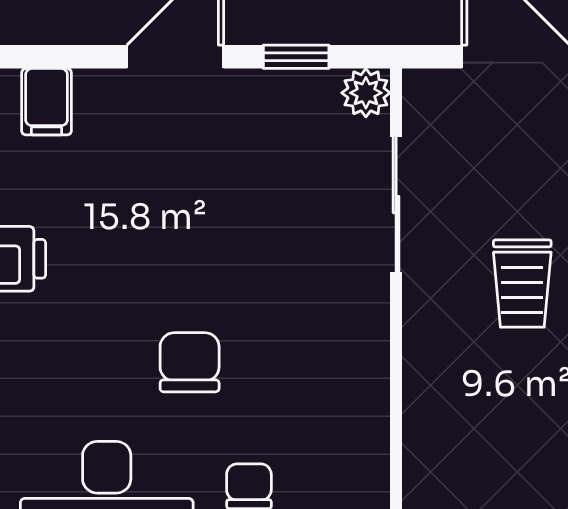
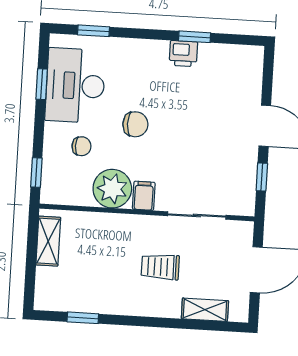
plant: (366, 93) -> (112, 189), moved, width x1.88, depth x1.88
filing cabinet: (47, 102) -> (144, 196), moved, turned 90

